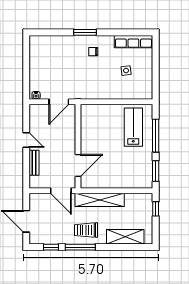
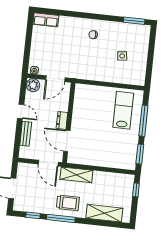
window: (85, 32) -> (134, 21), moved
row of seats: (133, 42) -> (46, 20), moved, width x0.68
plant: (36, 111) -> (33, 85), added
dresser: (70, 145) -> (62, 120), added
door: (78, 166) -> (67, 141), swing flipped
shelving: (100, 200) -> (76, 175), width x0.68
trolley: (86, 230) -> (68, 203), turned 180

